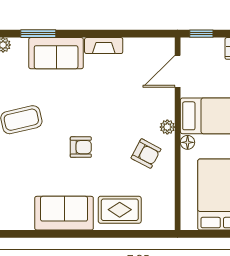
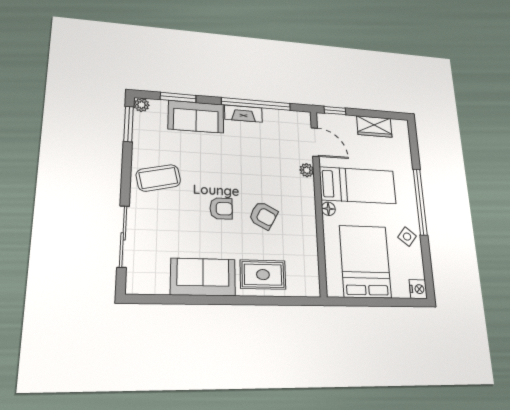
window: (117, 34) -> (256, 104), added
door: (178, 71) -> (315, 142), swing flipped
plant: (167, 127) -> (307, 170), moved
armchair: (146, 154) -> (263, 215), moved

